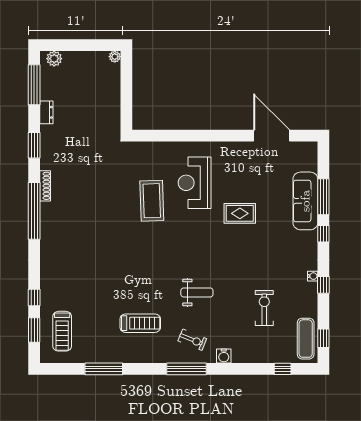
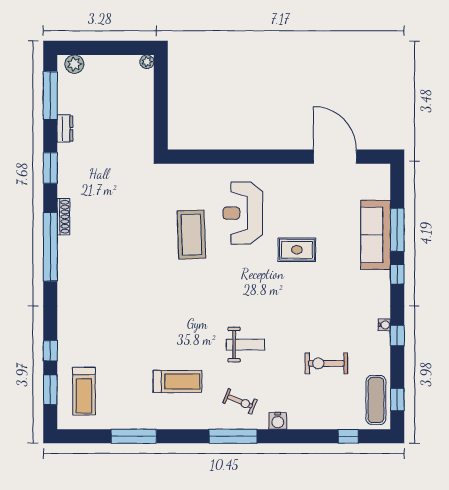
exercise bike: (264, 308) -> (326, 363), turned -90

